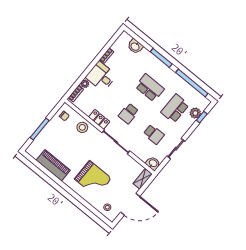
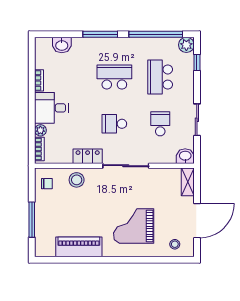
plant: (195, 113) -> (186, 45), moved
school desk: (129, 114) -> (114, 124), turned 90
school desk: (154, 134) -> (160, 124), turned -90
grand piano: (93, 179) -> (134, 226), turned 180

